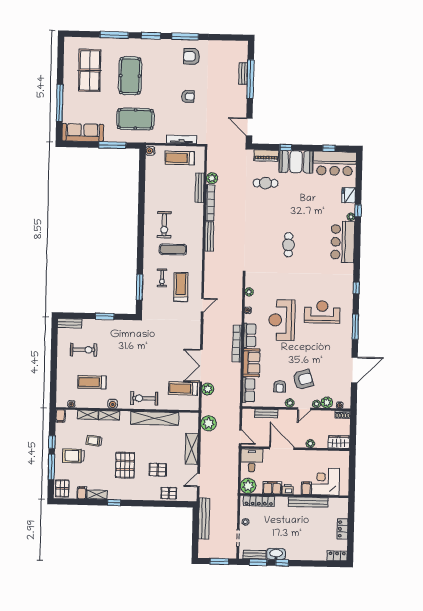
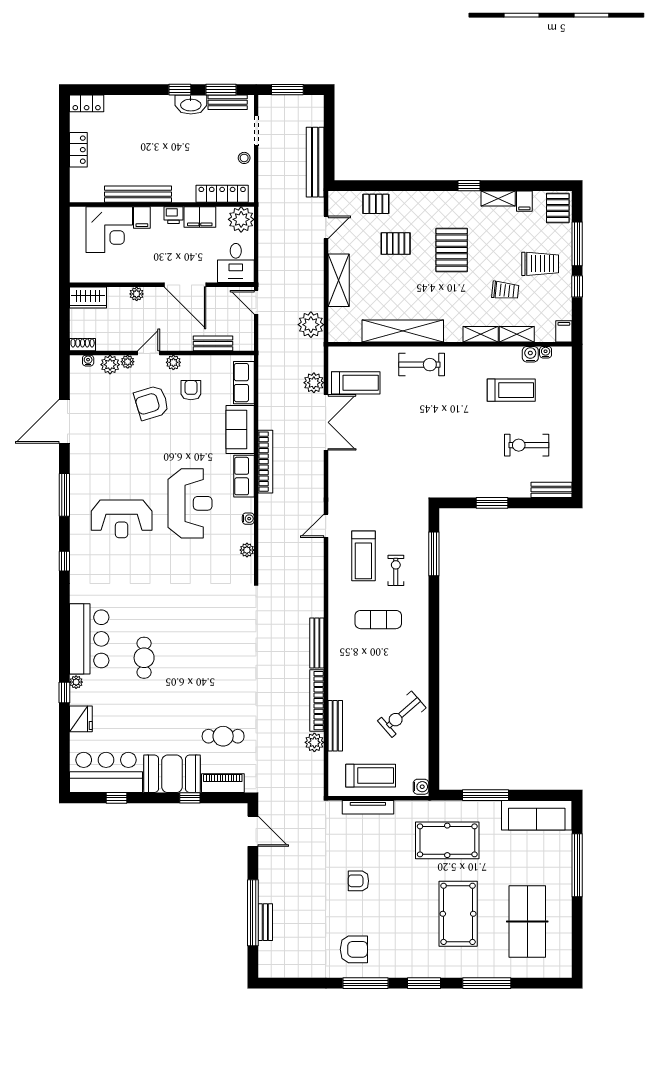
exercise bike: (164, 225) -> (402, 714), moved, turned -131
cafe table: (288, 245) -> (144, 658), moved
water cooler: (113, 404) -> (530, 354), moved

